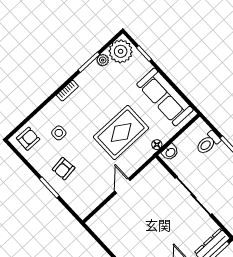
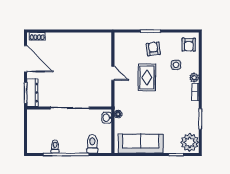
plant: (103, 60) -> (194, 78), moved
rug: (121, 133) -> (147, 77), moved, width x0.73, depth x0.70

